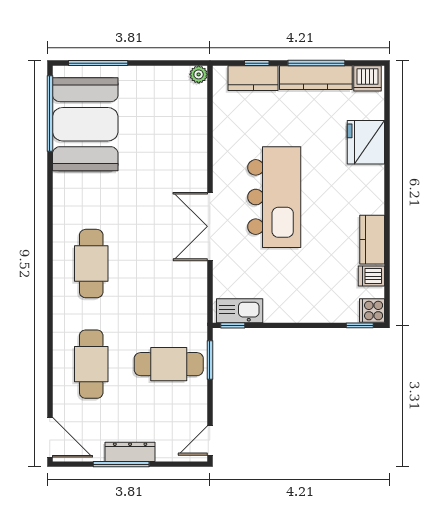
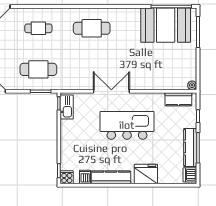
kitchen counter: (253, 78) -> (178, 99), moved, turned -90
fridge: (366, 142) -> (146, 174), moved
kitchen island: (274, 197) -> (127, 125), turned 180
kitchen counter: (372, 240) -> (111, 177), width x1.50
cafe table: (91, 364) -> (38, 28), width x0.73, depth x0.74
cafe table: (169, 364) -> (38, 69), turned 90

